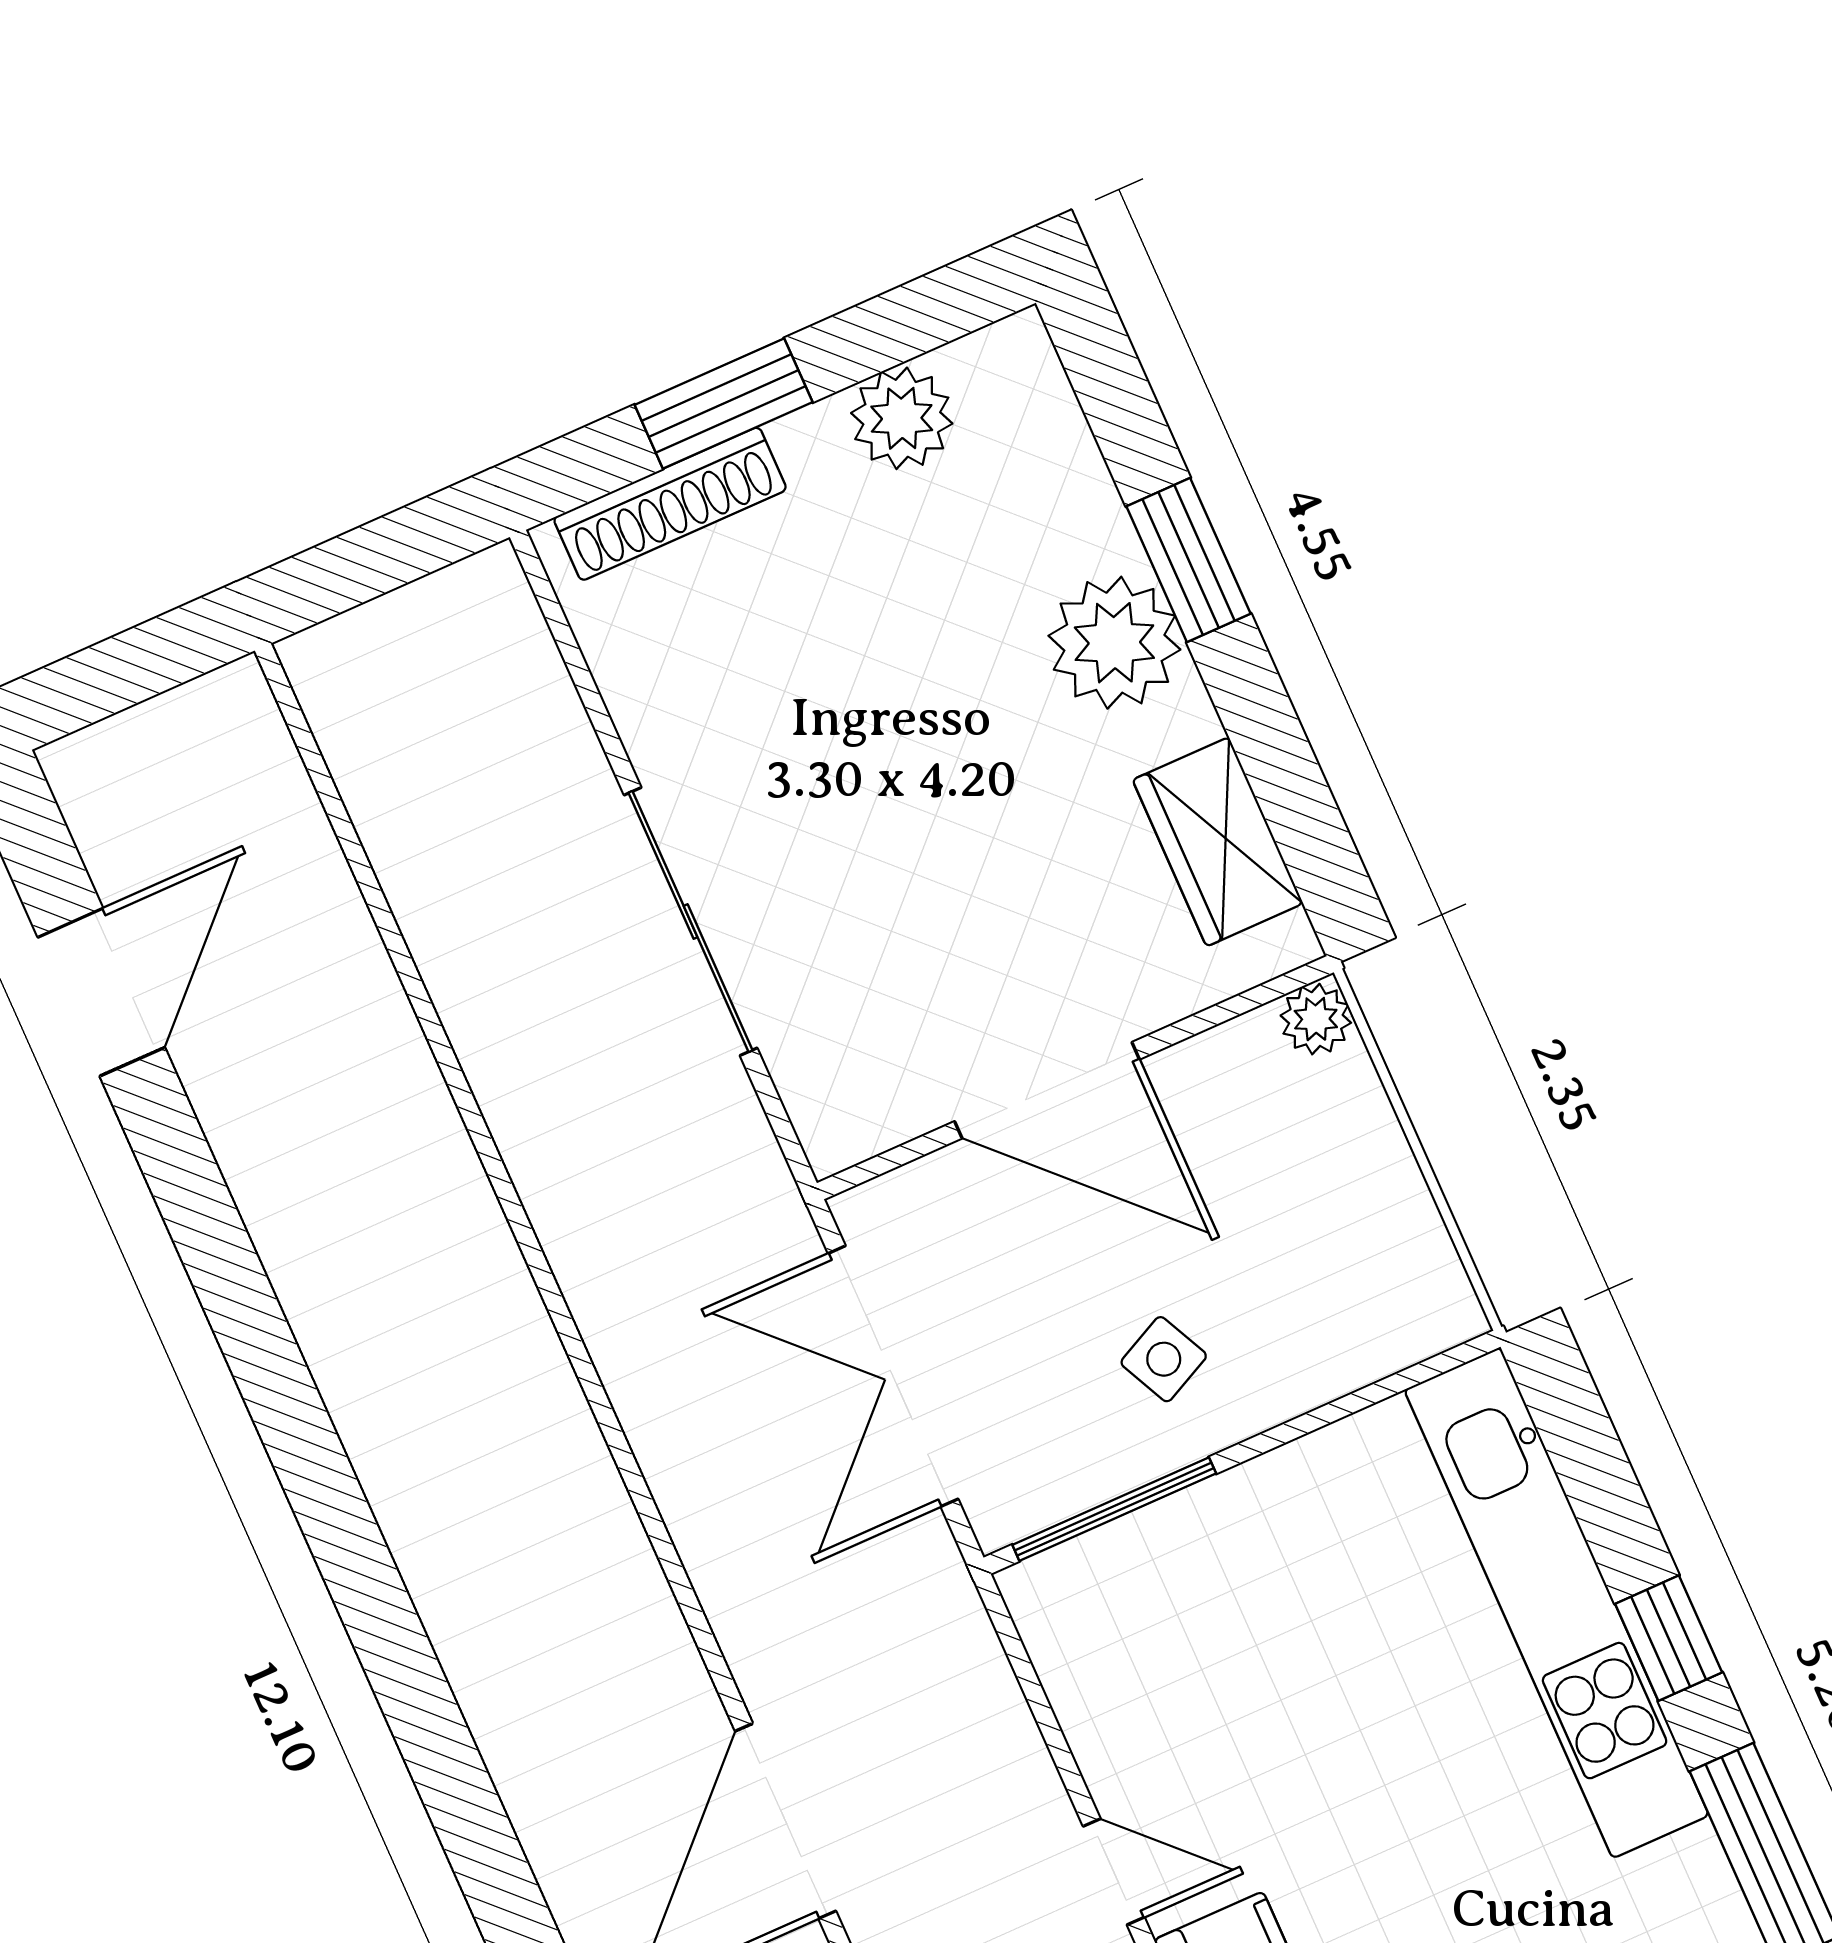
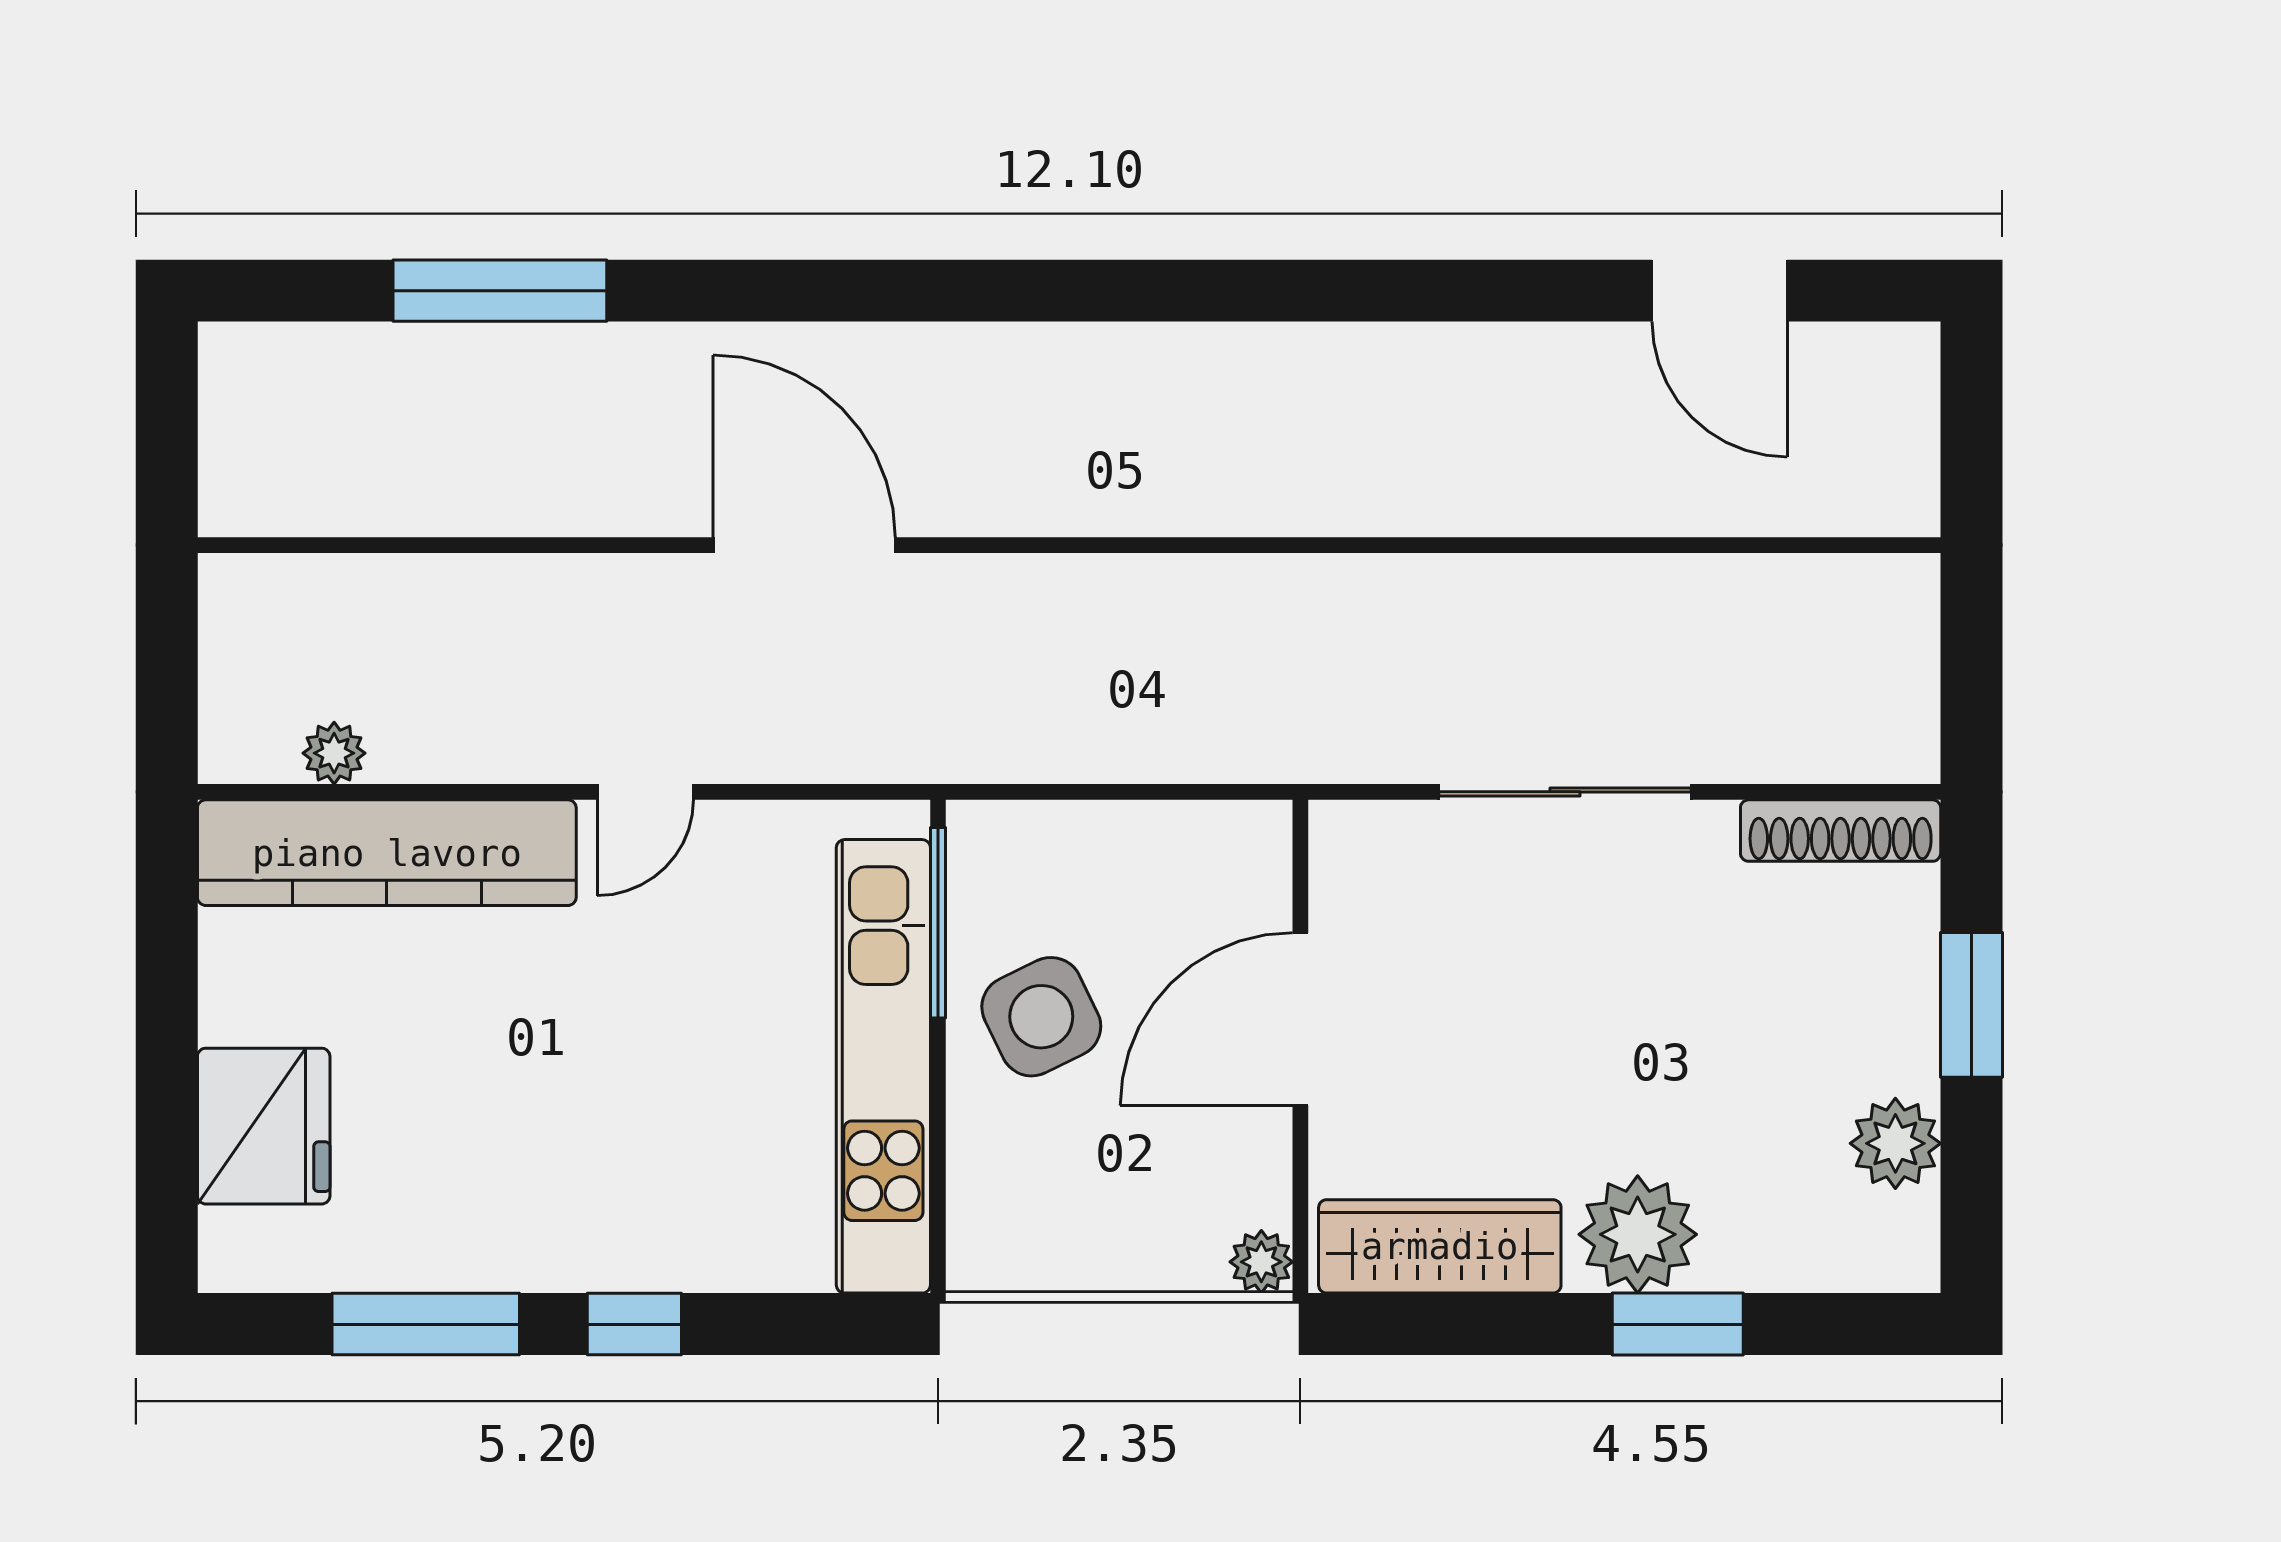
shoe rack: (670, 504) -> (1841, 831), moved, turned -90
wardrobe: (1218, 842) -> (1440, 1246), width x1.50
side table: (1164, 1359) -> (1041, 1017), width x1.87, depth x1.87
double door: (893, 1376) -> (1125, 792), removed
kitchen unit: (1557, 1603) -> (883, 1066), moved, turned -90

